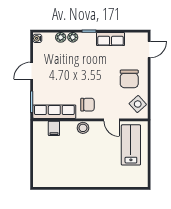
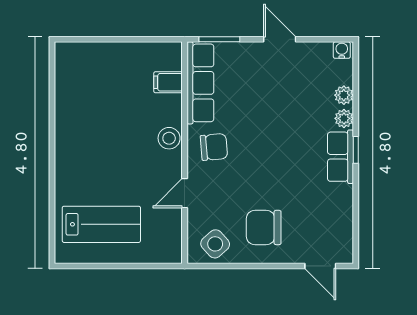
row of seats: (111, 39) -> (341, 157), moved
chair: (88, 105) -> (214, 147), turned -95
lab bench: (131, 145) -> (101, 224), moved

